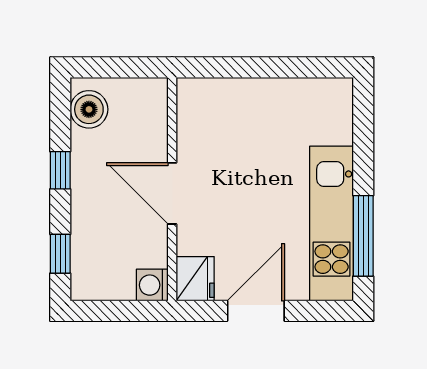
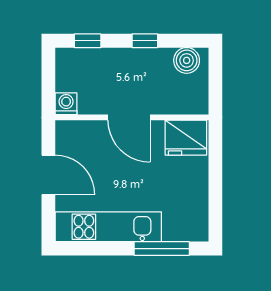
door: (172, 193) -> (129, 117), swing flipped
window: (363, 236) -> (162, 249), moved
fridge: (195, 279) -> (186, 138), moved, width x1.36, depth x1.34

